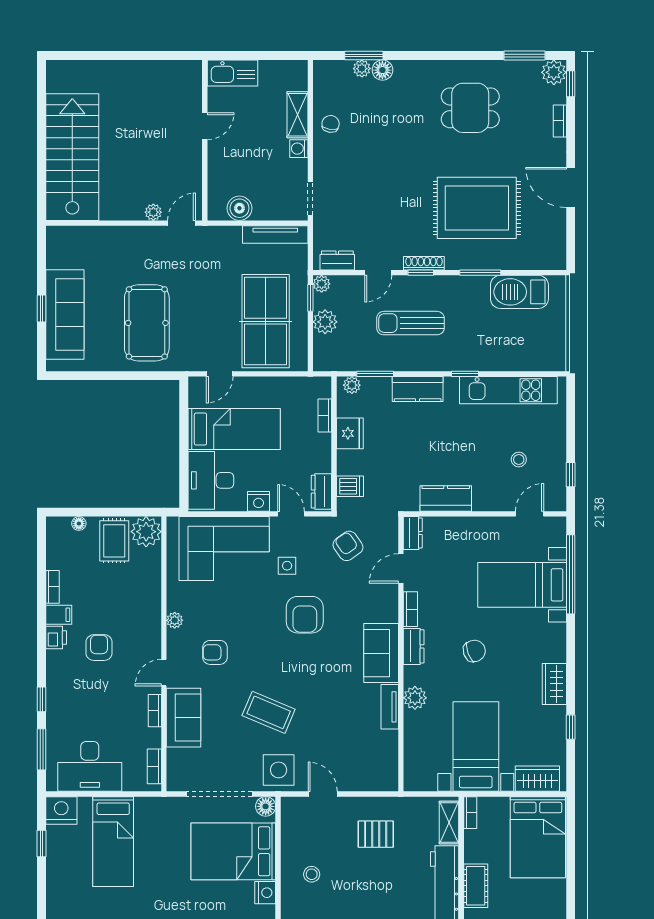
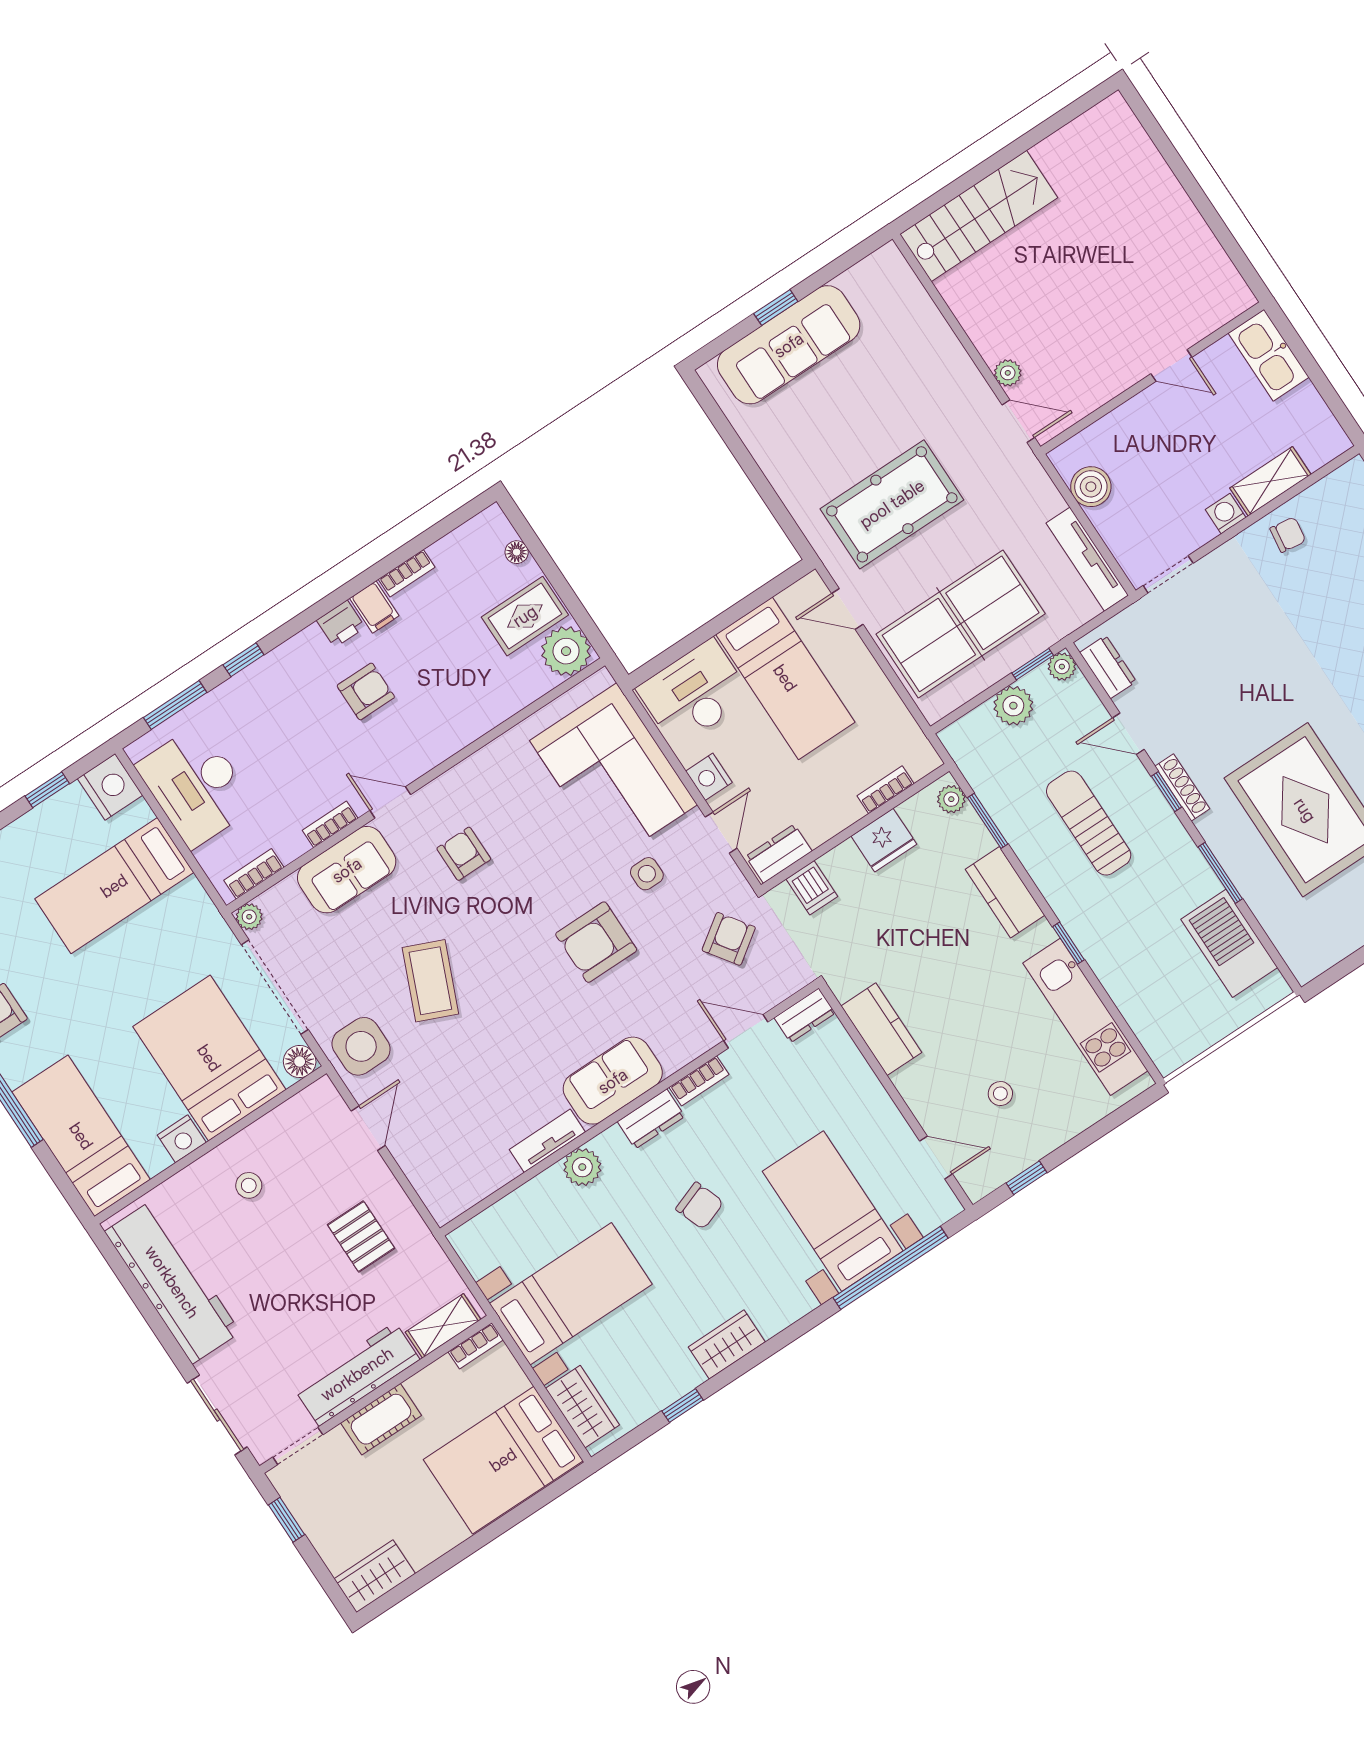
stairs: (72, 157) -> (979, 216), width x0.73, depth x0.66
pool table: (147, 323) -> (892, 504), moved
plant: (175, 620) -> (249, 917), moved

